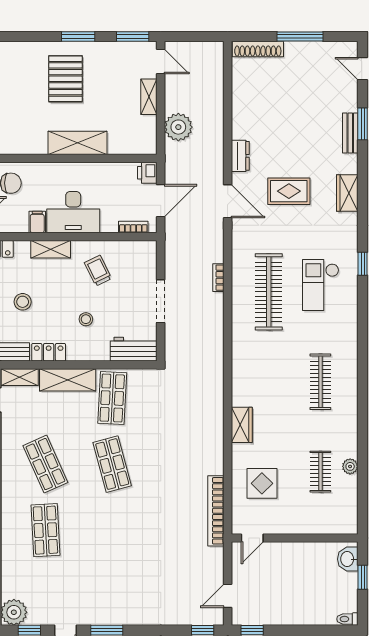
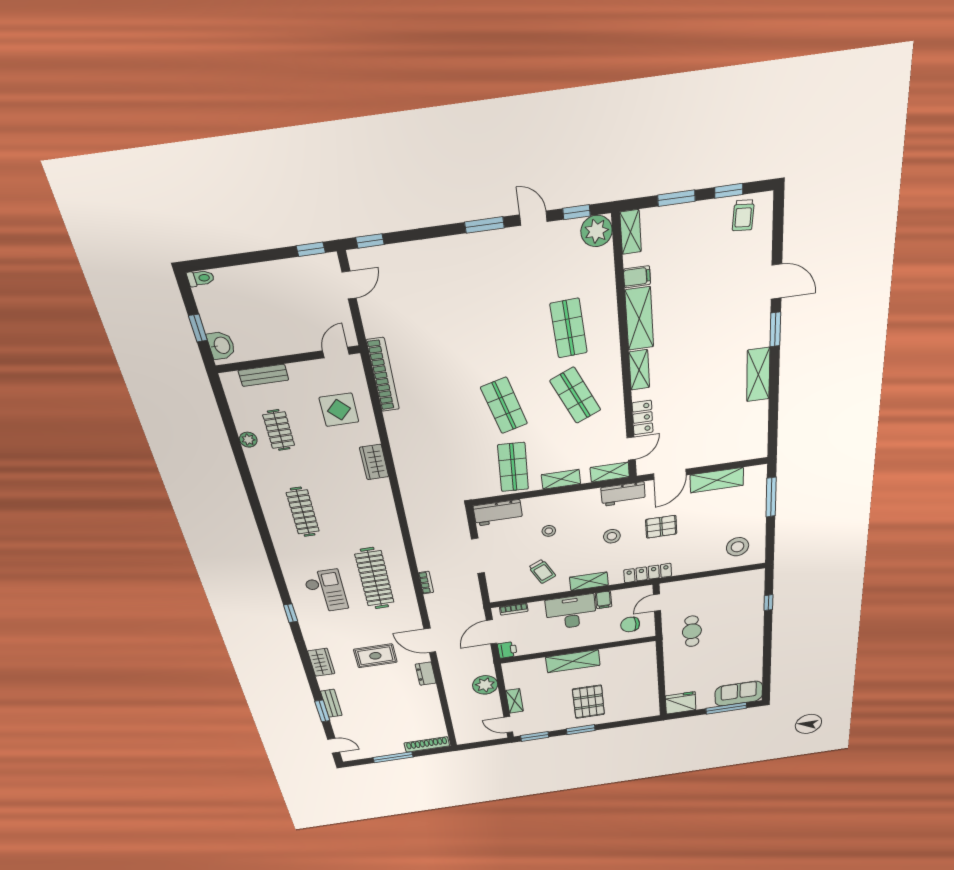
locker: (49, 352) -> (582, 498), removed
shelving: (68, 380) -> (561, 479), width x0.67, depth x0.75
bench: (320, 526) -> (263, 375), added

